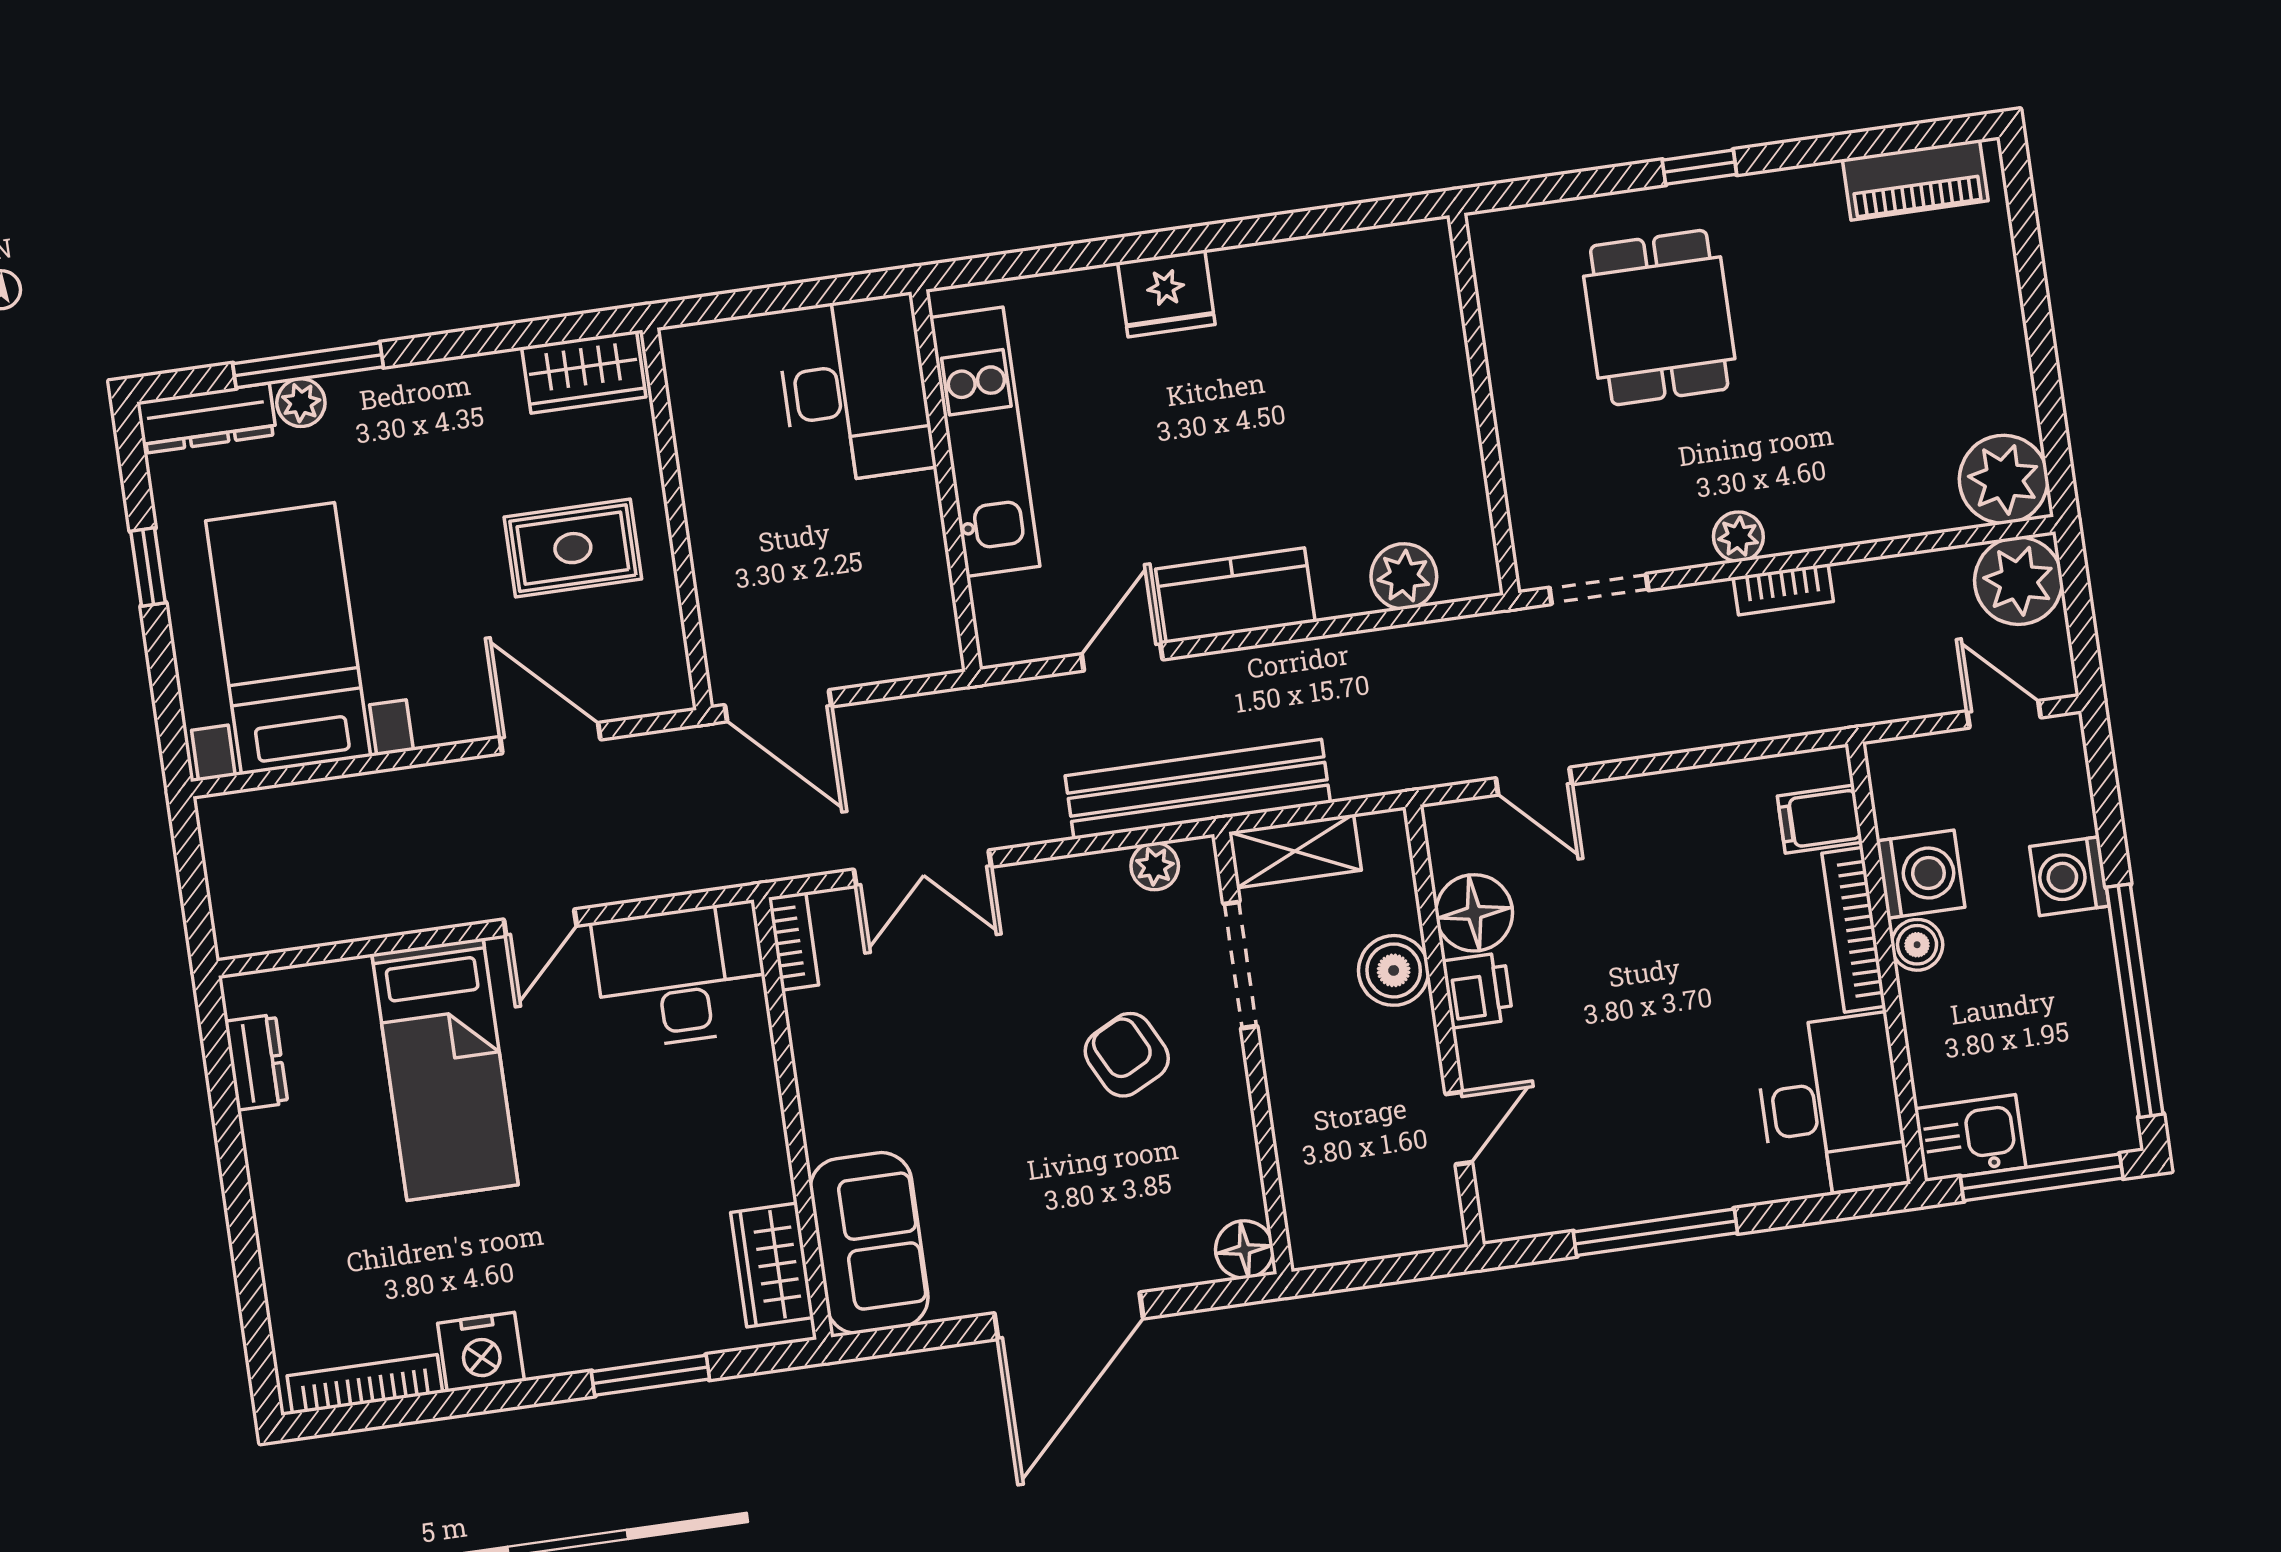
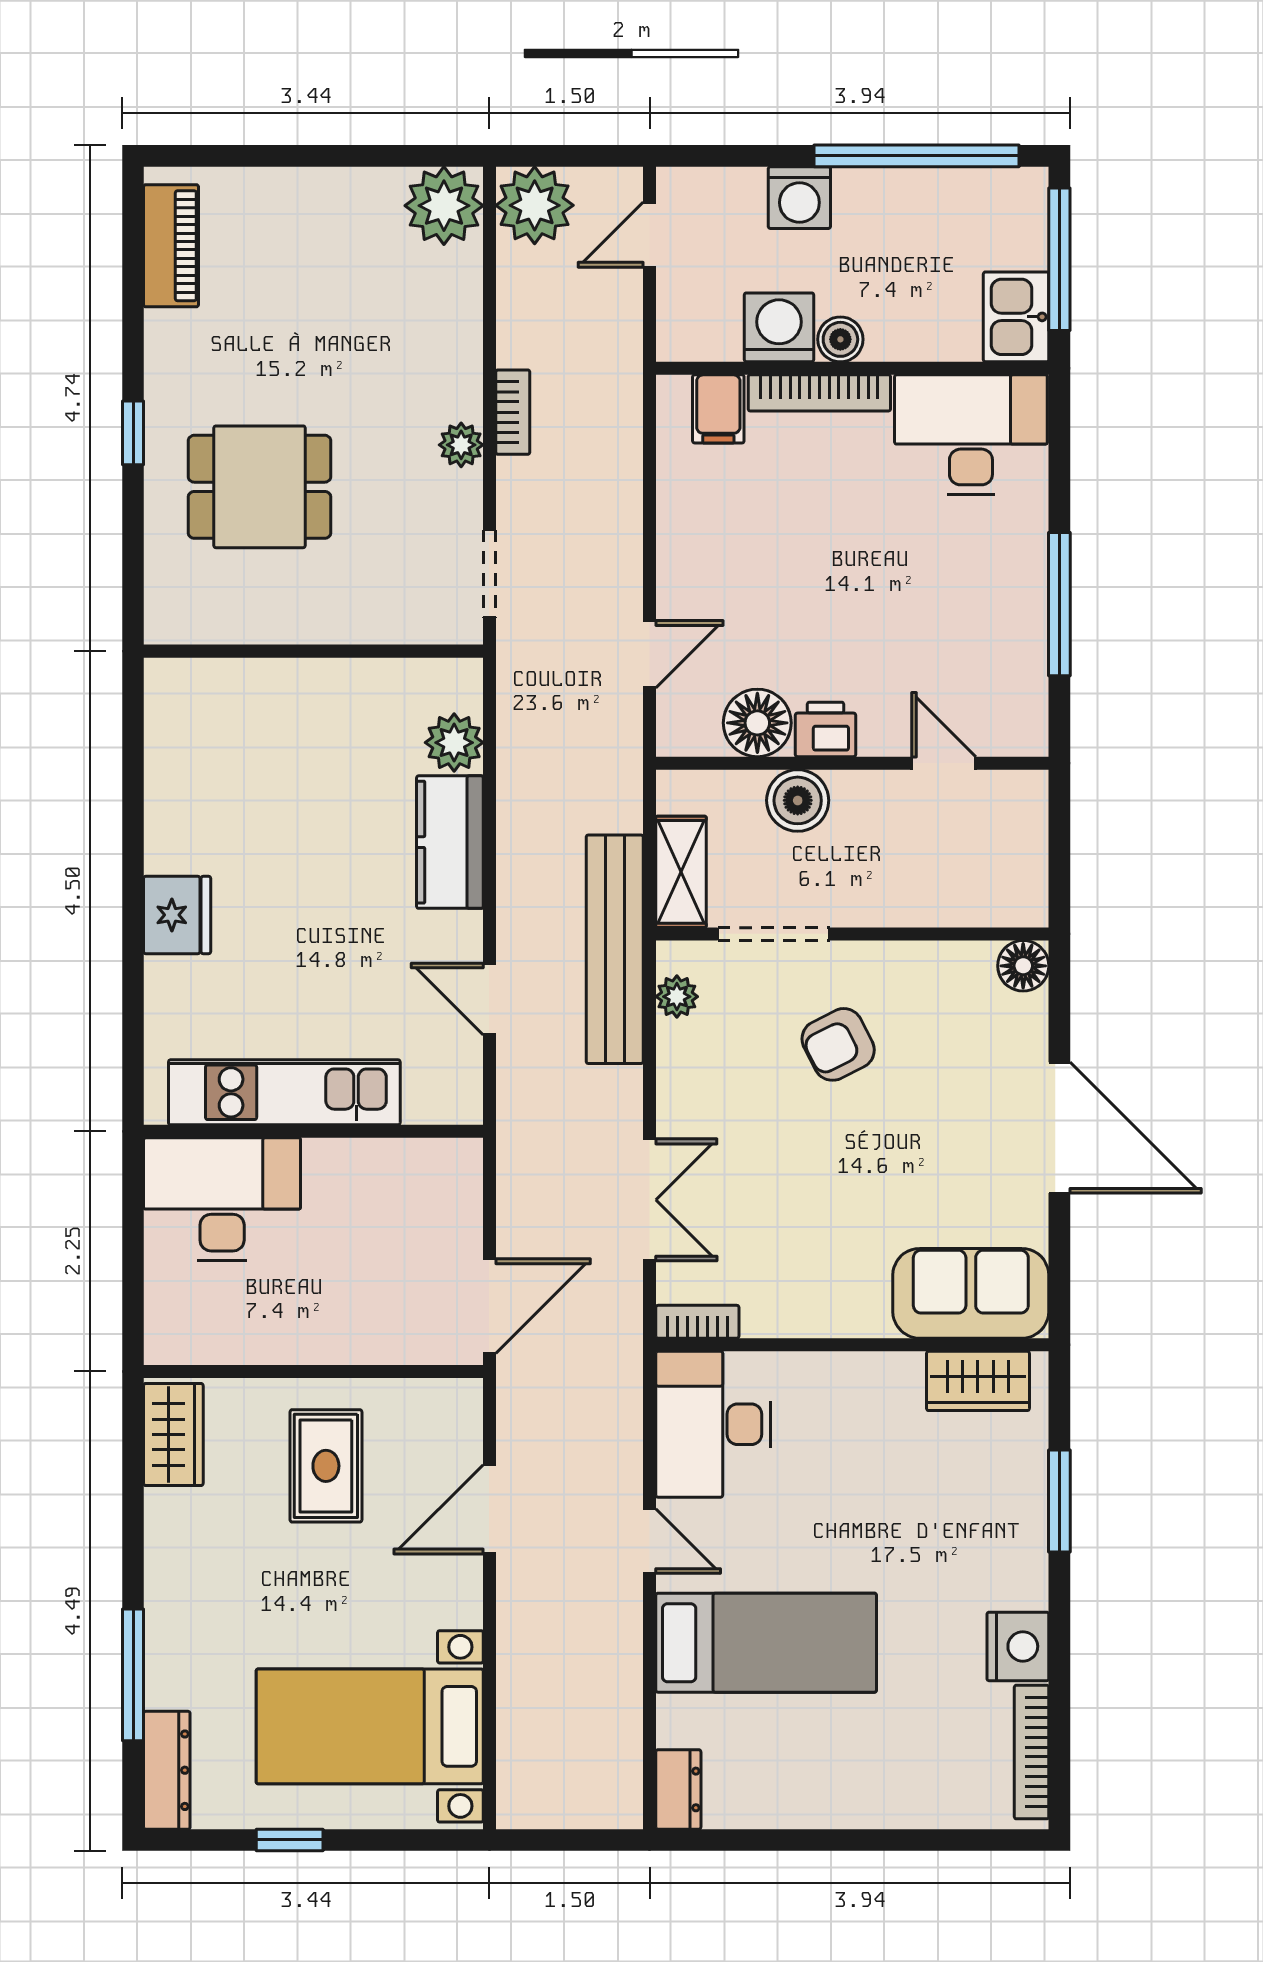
plant: (301, 403) -> (165, 1686), removed
kitchen counter: (1235, 595) -> (450, 842), moved
dresser: (256, 1062) -> (678, 1789), moved, turned 90

